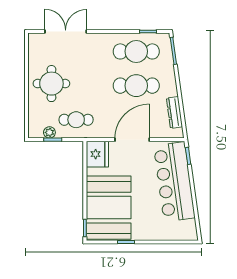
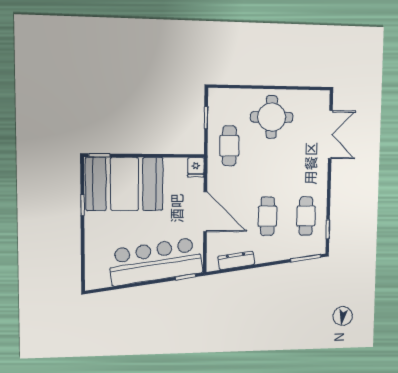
cafe table: (136, 51) -> (306, 216), width x0.73, depth x0.74
cafe table: (136, 86) -> (267, 216), width x0.73, depth x0.74
plant: (49, 132) -> (215, 114), removed
fridge: (97, 154) -> (196, 167), width x0.53, depth x0.75

